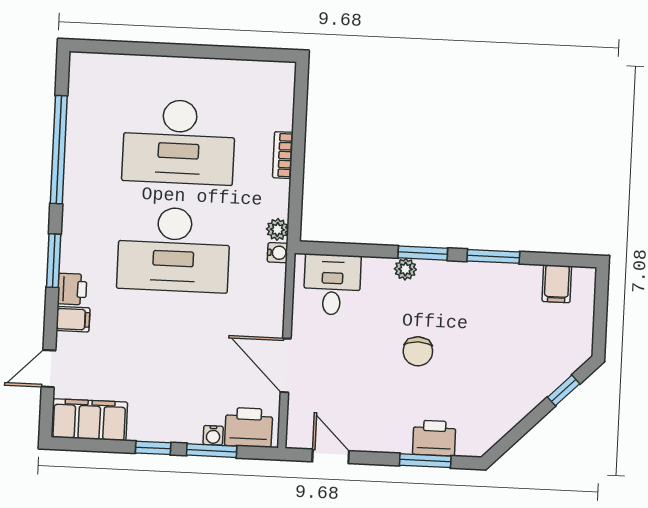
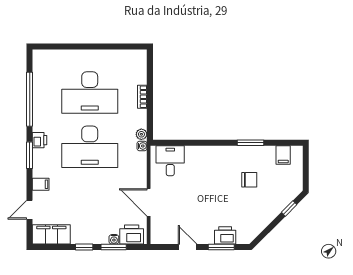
window: (423, 253) -> (215, 143), removed
plant: (405, 269) -> (207, 151), removed
printer: (72, 289) -> (40, 140), moved
chair: (418, 351) -> (249, 180), moved, turned -90
door: (331, 456) -> (188, 247), moved

